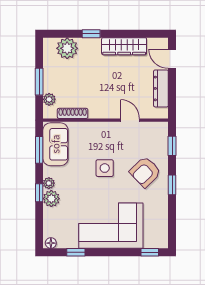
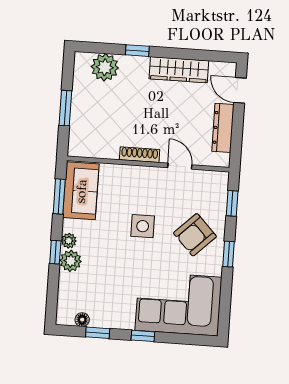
plant: (49, 99) -> (77, 132), removed
shoe rack: (73, 113) -> (140, 155), moved
corner sofa: (111, 226) -> (178, 304), moved
floor lamp: (51, 243) -> (82, 320), moved
window: (150, 252) -> (143, 336), moved

